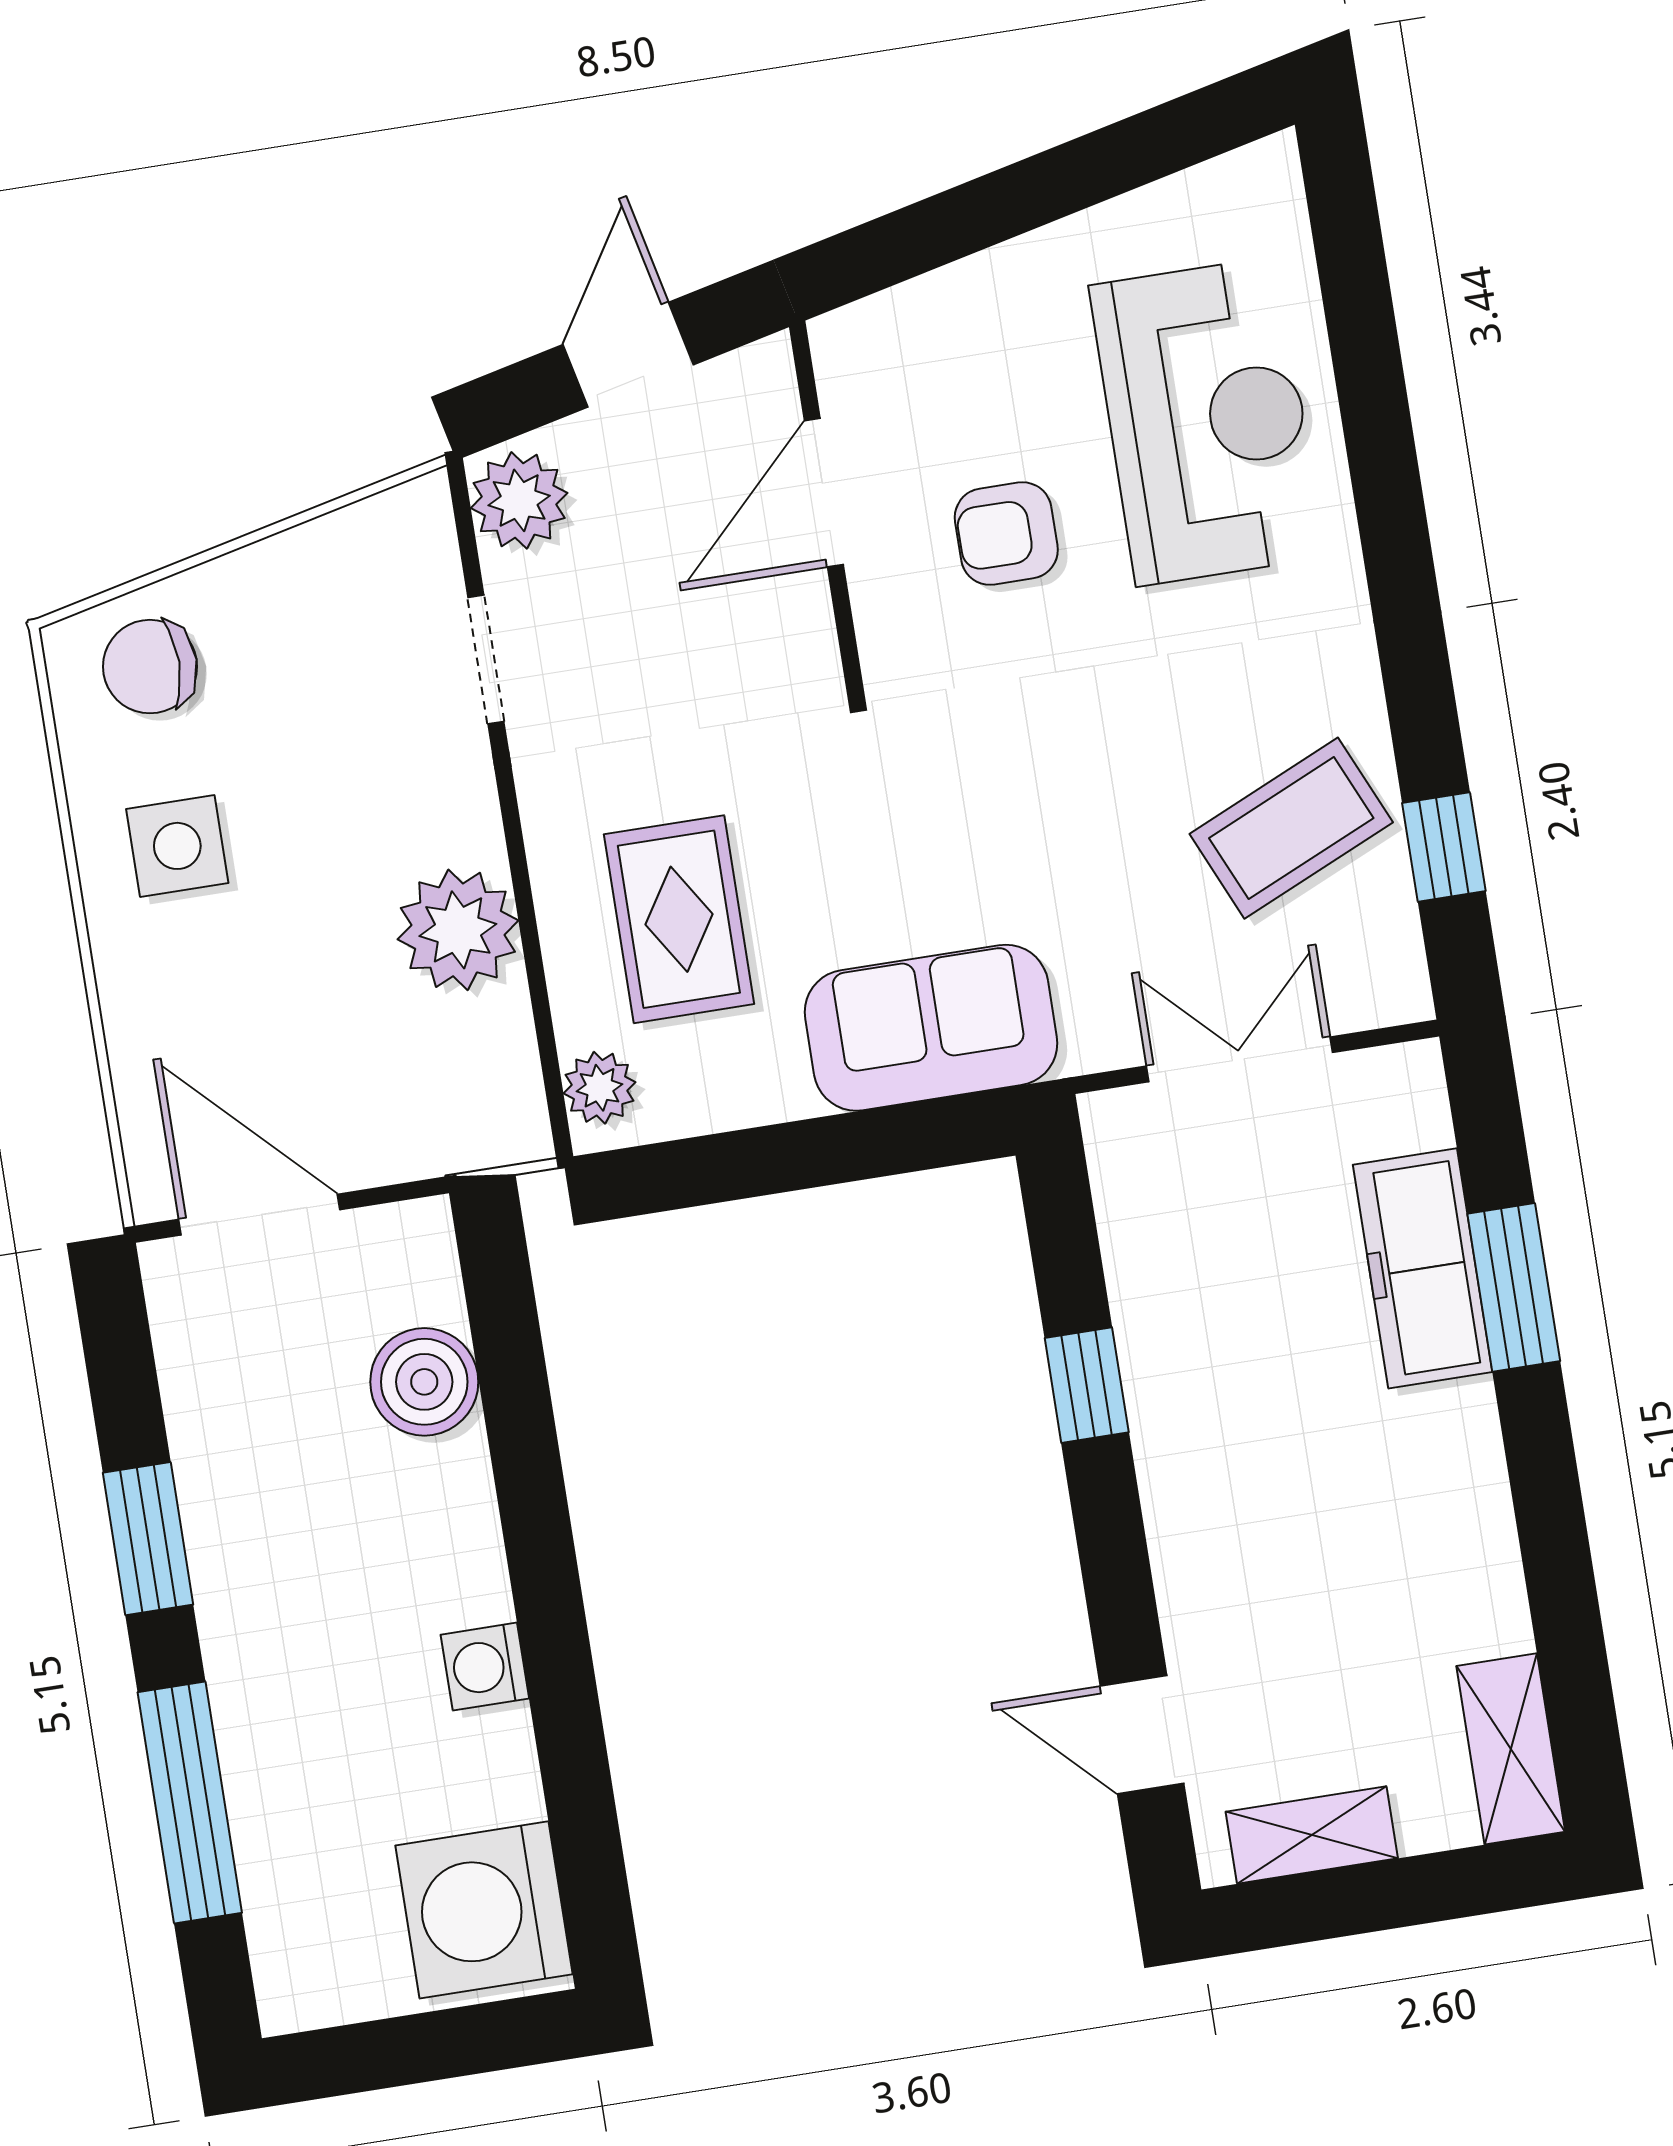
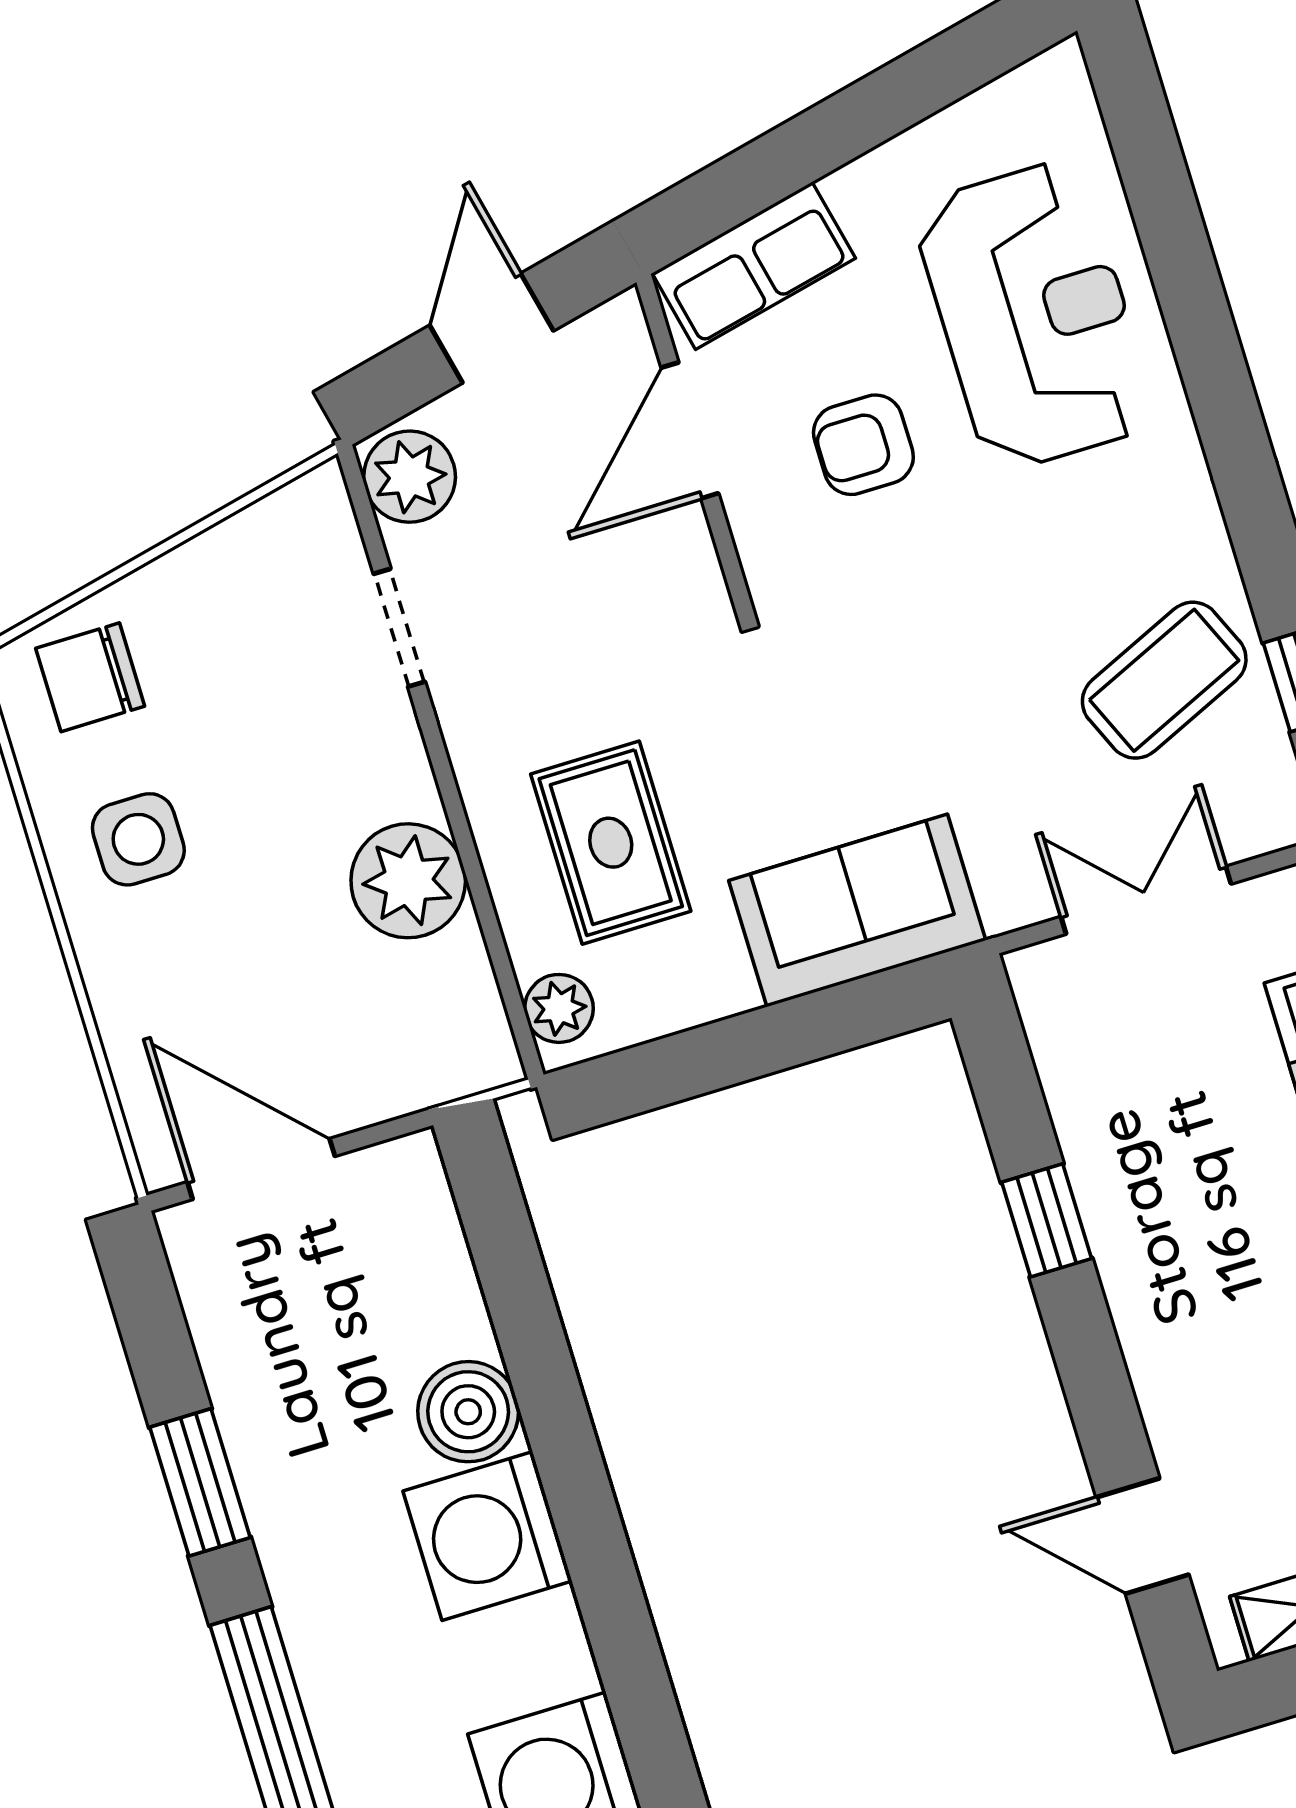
row of seats: (916, 327) -> (754, 266), added
boiler: (424, 1382) -> (468, 1412), moved
washing machine: (485, 1667) -> (487, 1536), width x1.89, depth x1.89

